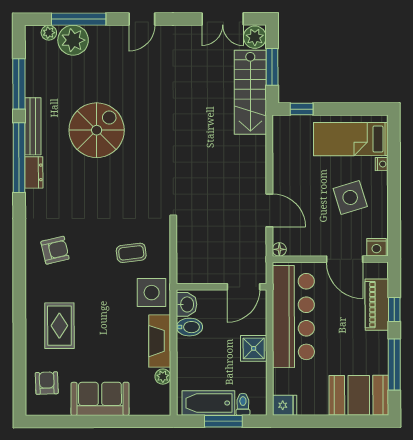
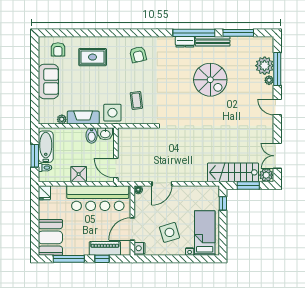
plant: (49, 33) -> (269, 80), moved
armchair: (47, 383) -> (58, 49), turned 92

